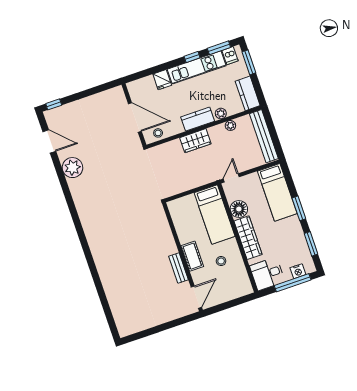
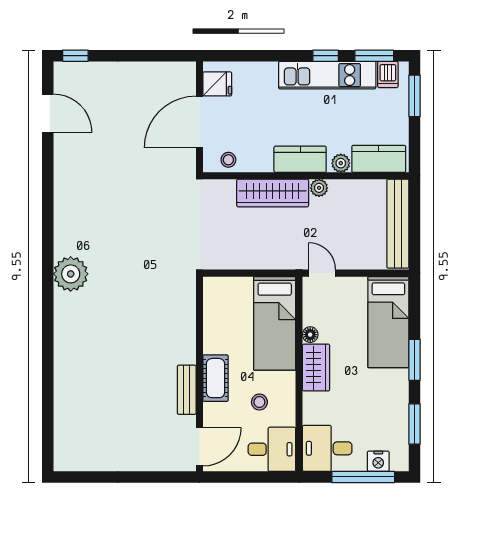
fridge: (162, 80) -> (217, 84), moved, turned -90
kitchen counter: (248, 93) -> (379, 159), moved, turned 90
door: (135, 118) -> (199, 122), swing flipped
plant: (230, 125) -> (319, 188), moved
wardrobe: (195, 141) -> (273, 193), width x1.50
plant: (72, 168) -> (71, 274), moved
door: (231, 178) -> (322, 273), hinge flipped
floor lamp: (239, 209) -> (310, 335), width x0.53, depth x0.53
wardrobe: (248, 238) -> (316, 368), width x0.67
desk: (237, 285) -> (272, 449), added

